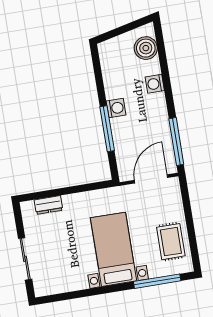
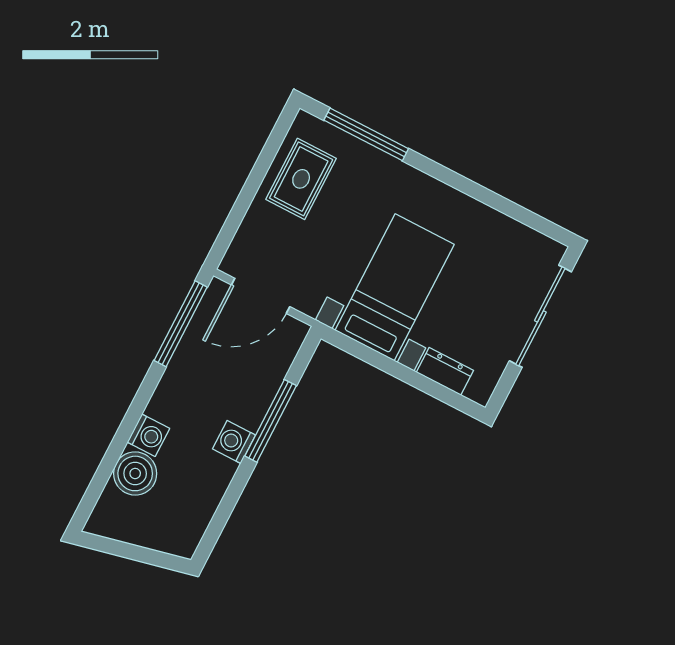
boiler: (146, 48) -> (135, 473), moved
bed with nightstands: (114, 249) -> (395, 287), moved, turned 180
sliding door: (25, 259) -> (540, 316), width x1.37

